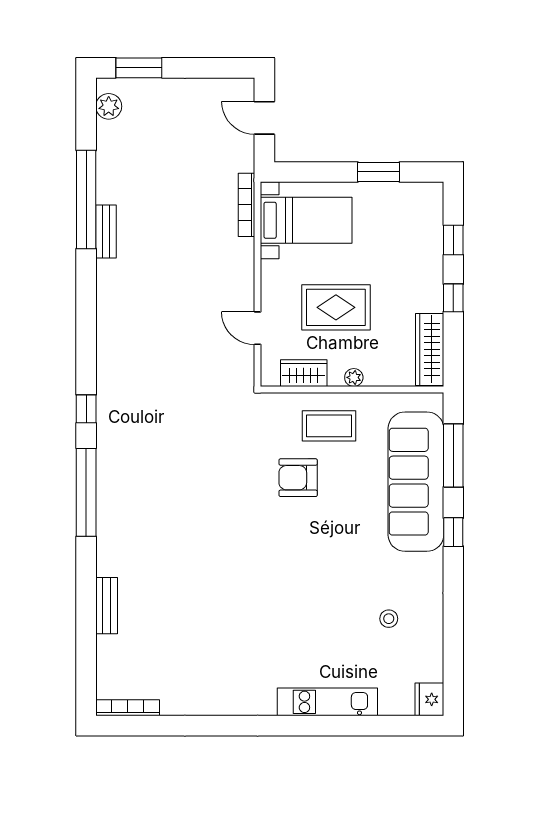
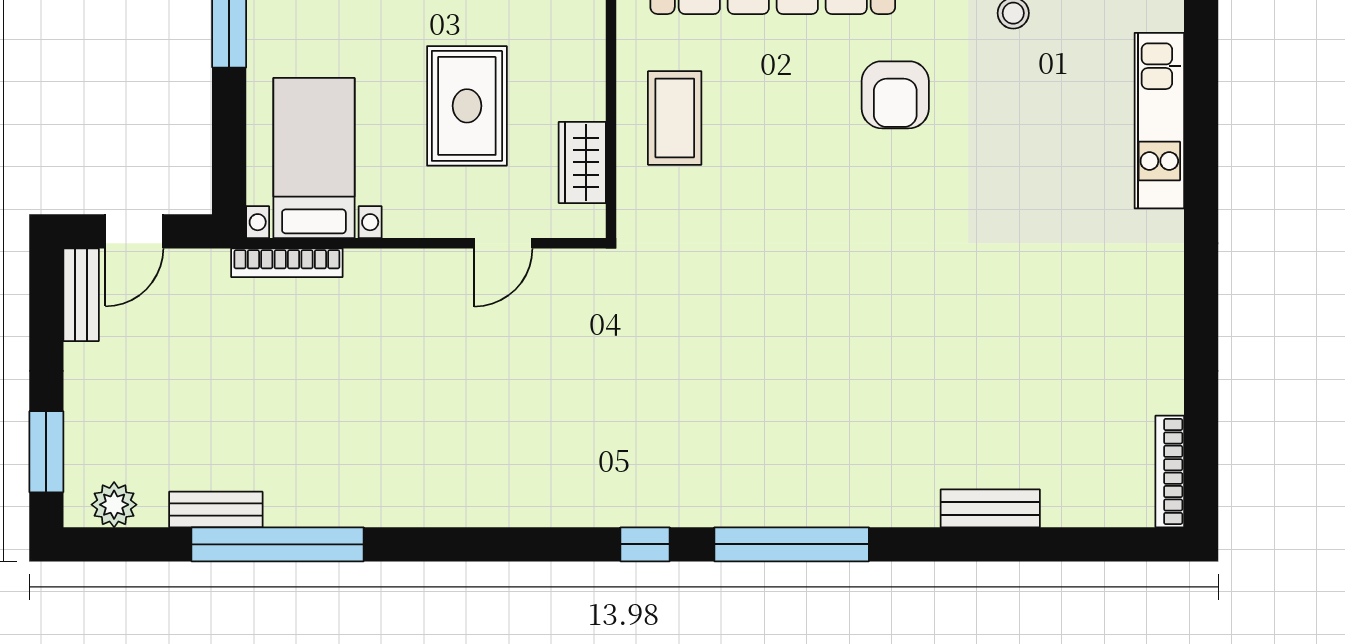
bench: (228, 88) -> (81, 295), added
bench: (106, 232) -> (216, 509), moved
plant: (354, 377) -> (590, 74), removed
armchair: (298, 478) -> (895, 95), moved

